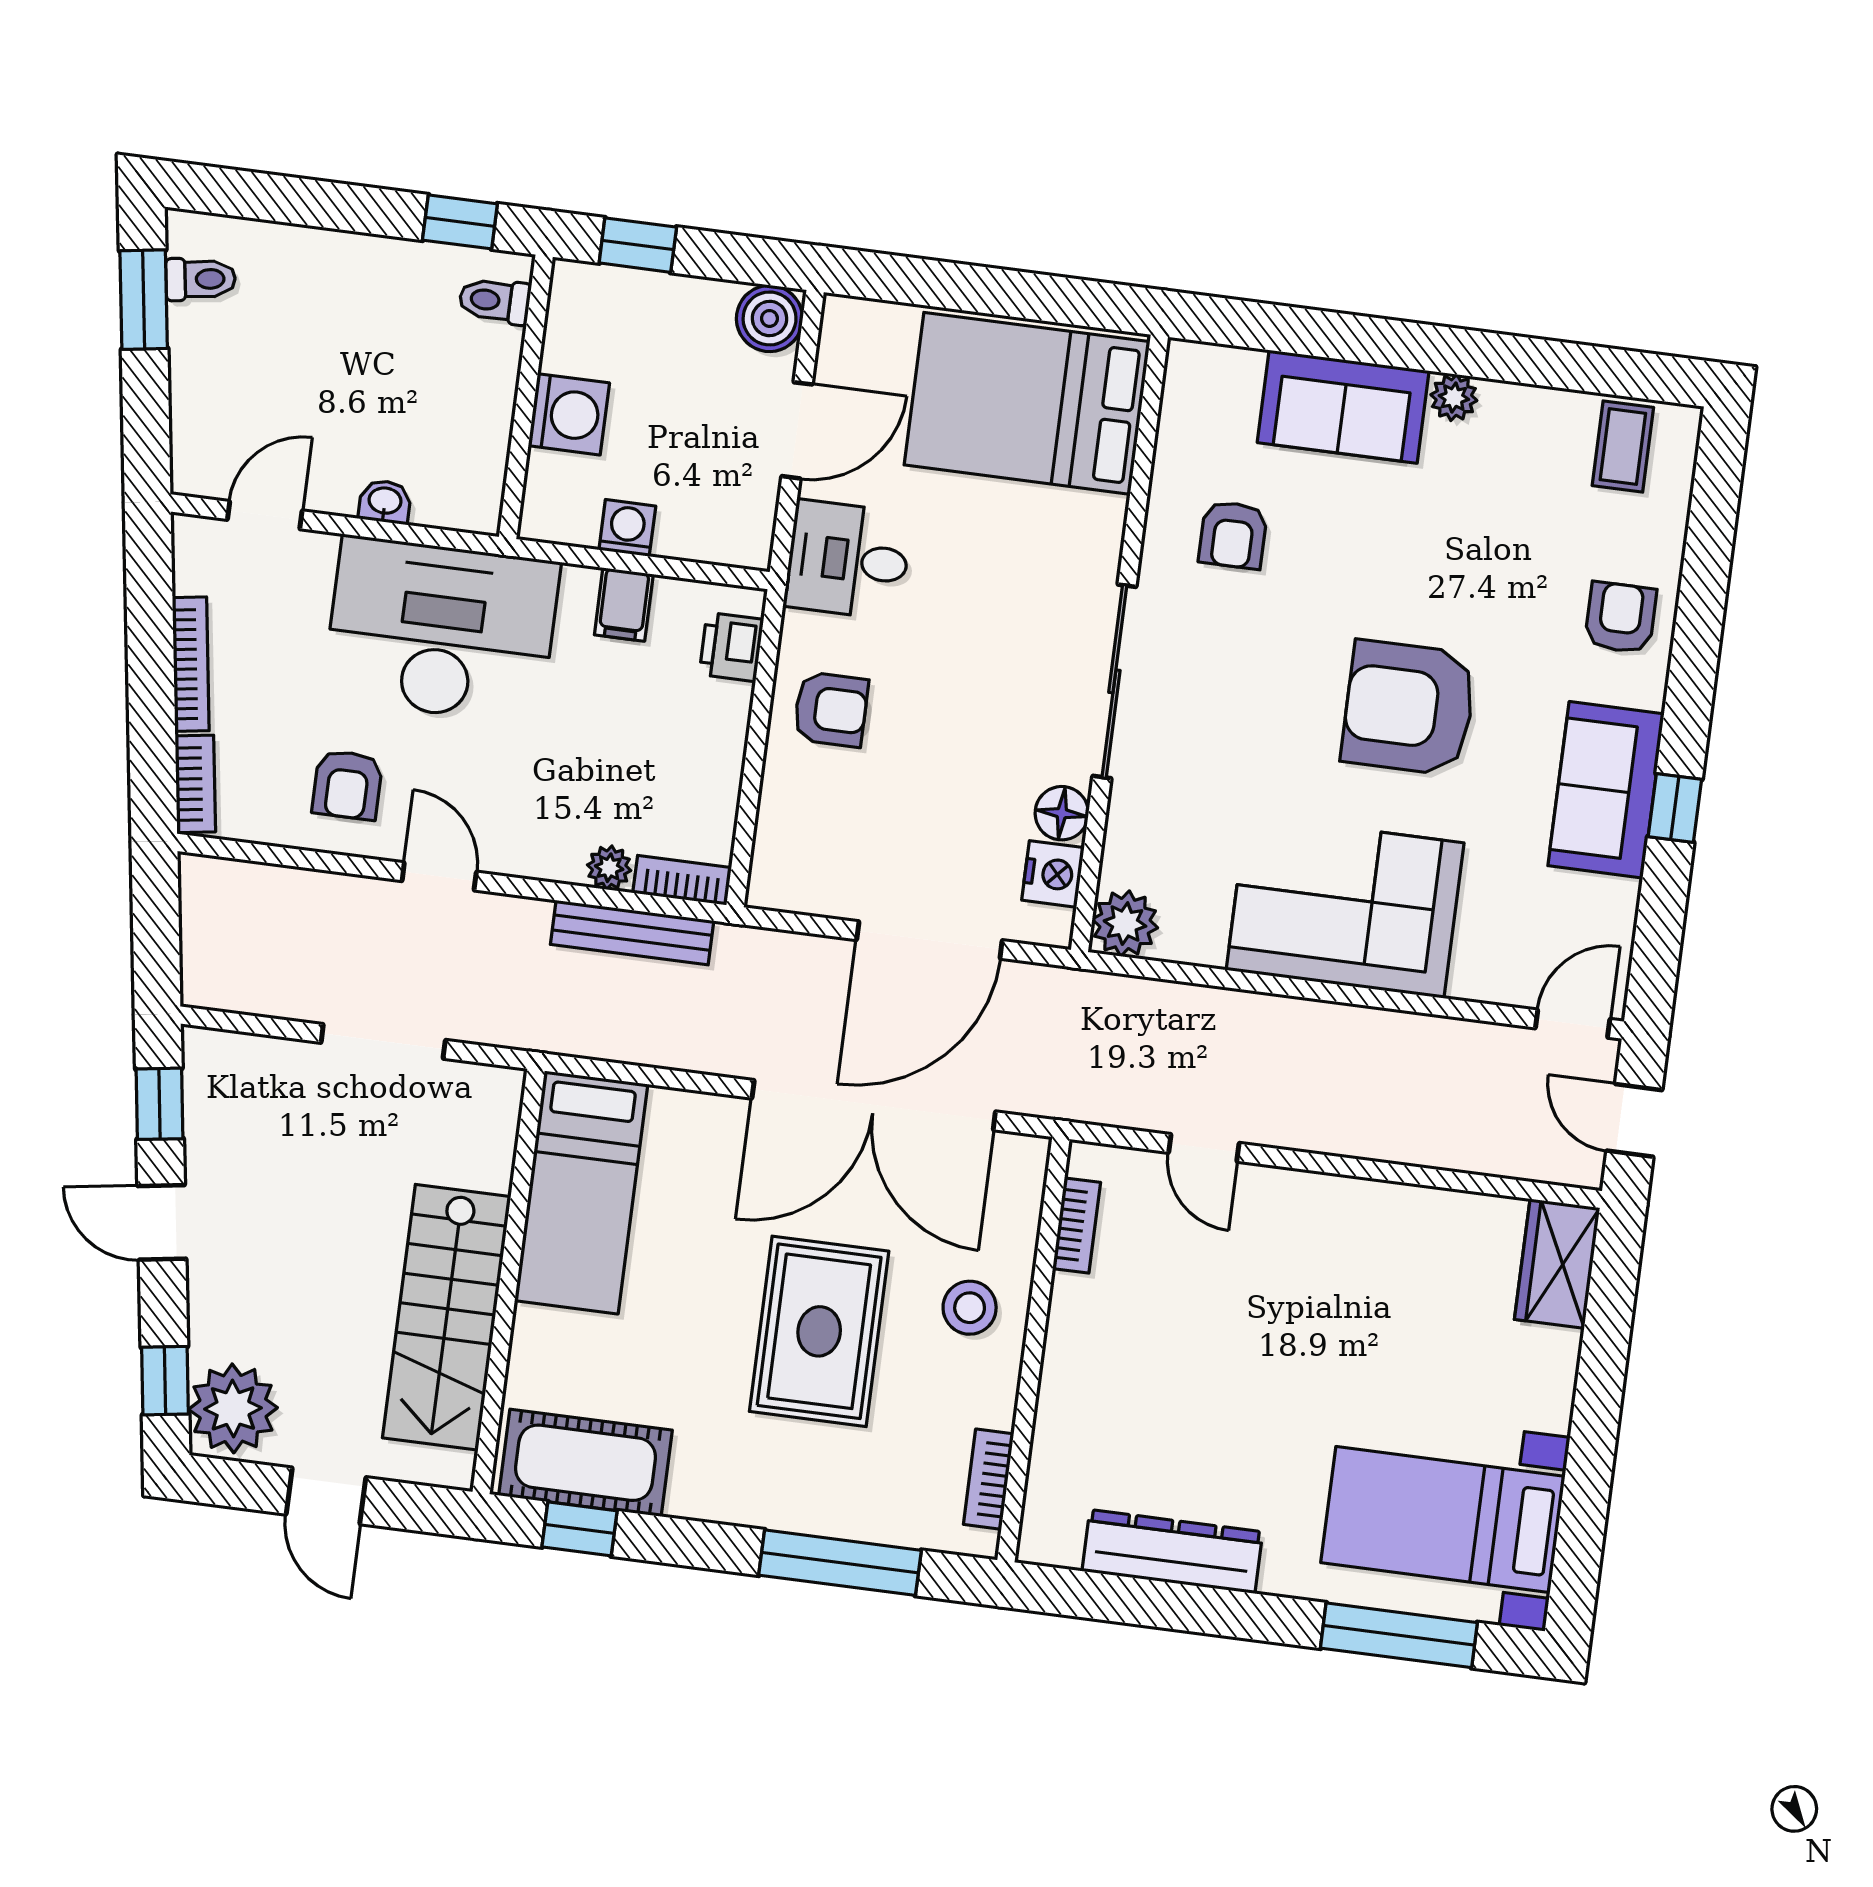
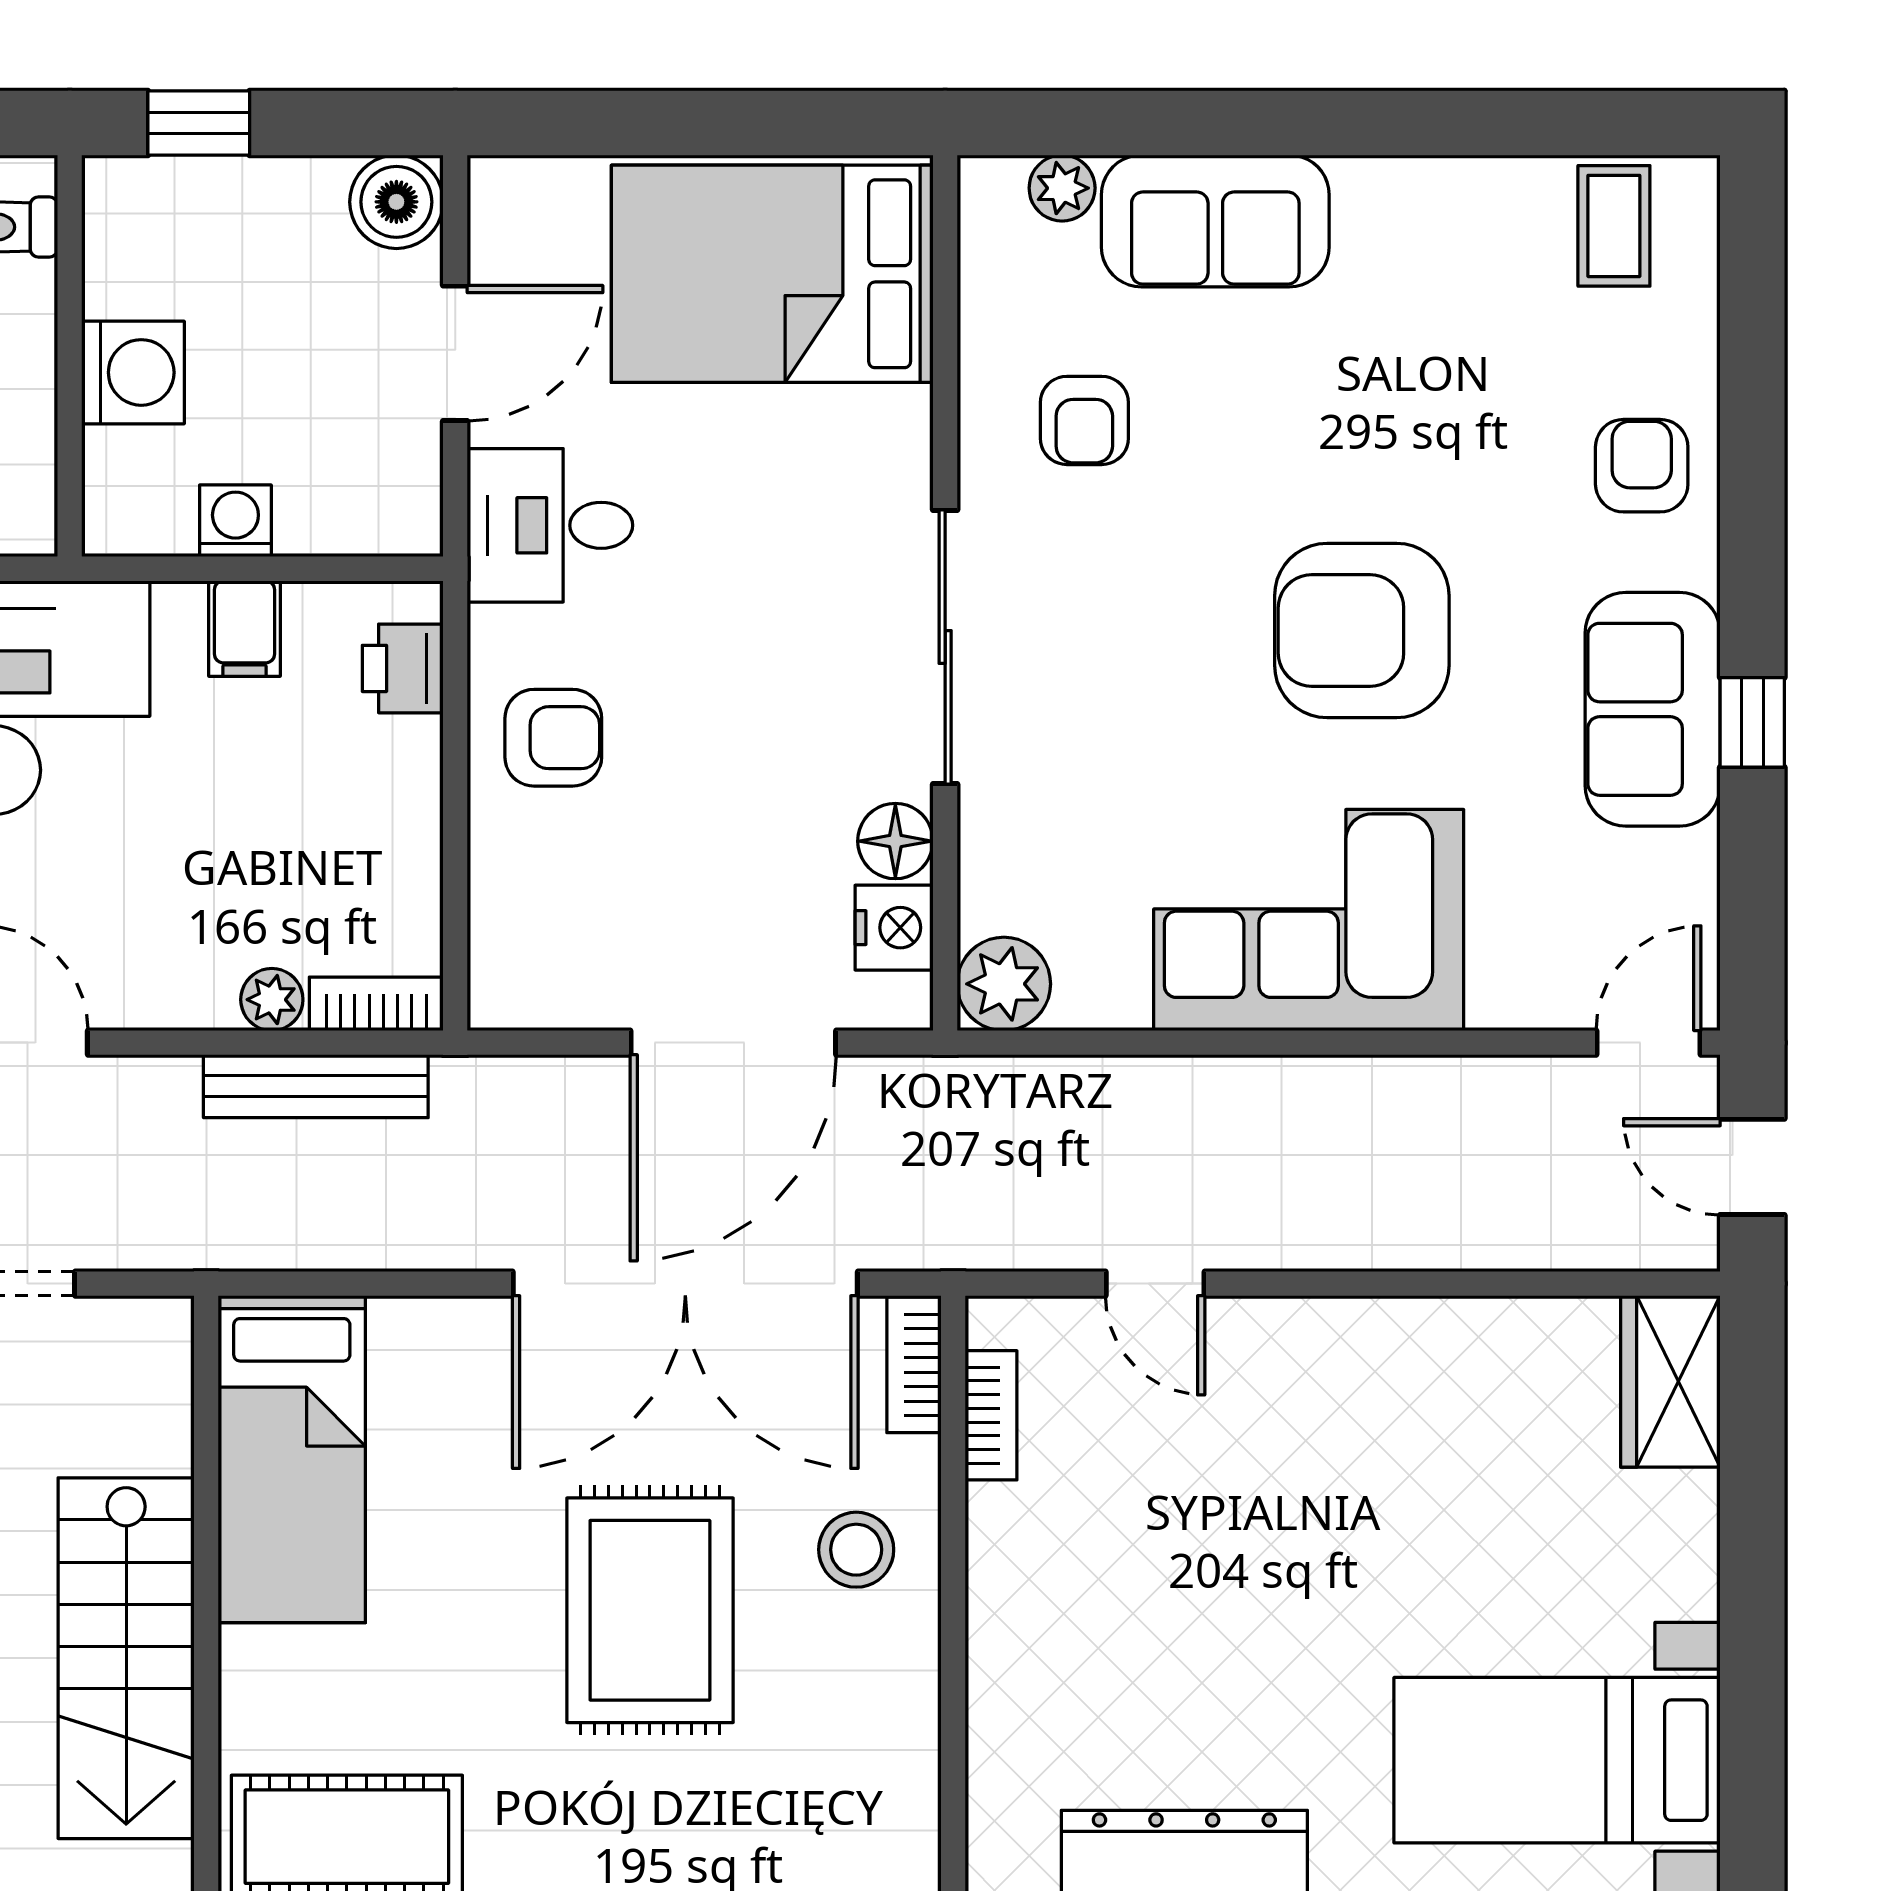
plant: (1454, 398) -> (1062, 188), moved
bookcase: (989, 1479) -> (914, 1365), moved

